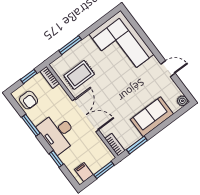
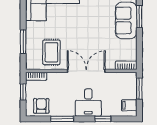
armchair: (29, 100) -> (41, 106), turned -90
desk: (58, 133) -> (88, 102), width x0.73
window: (137, 145) -> (139, 17), moved

